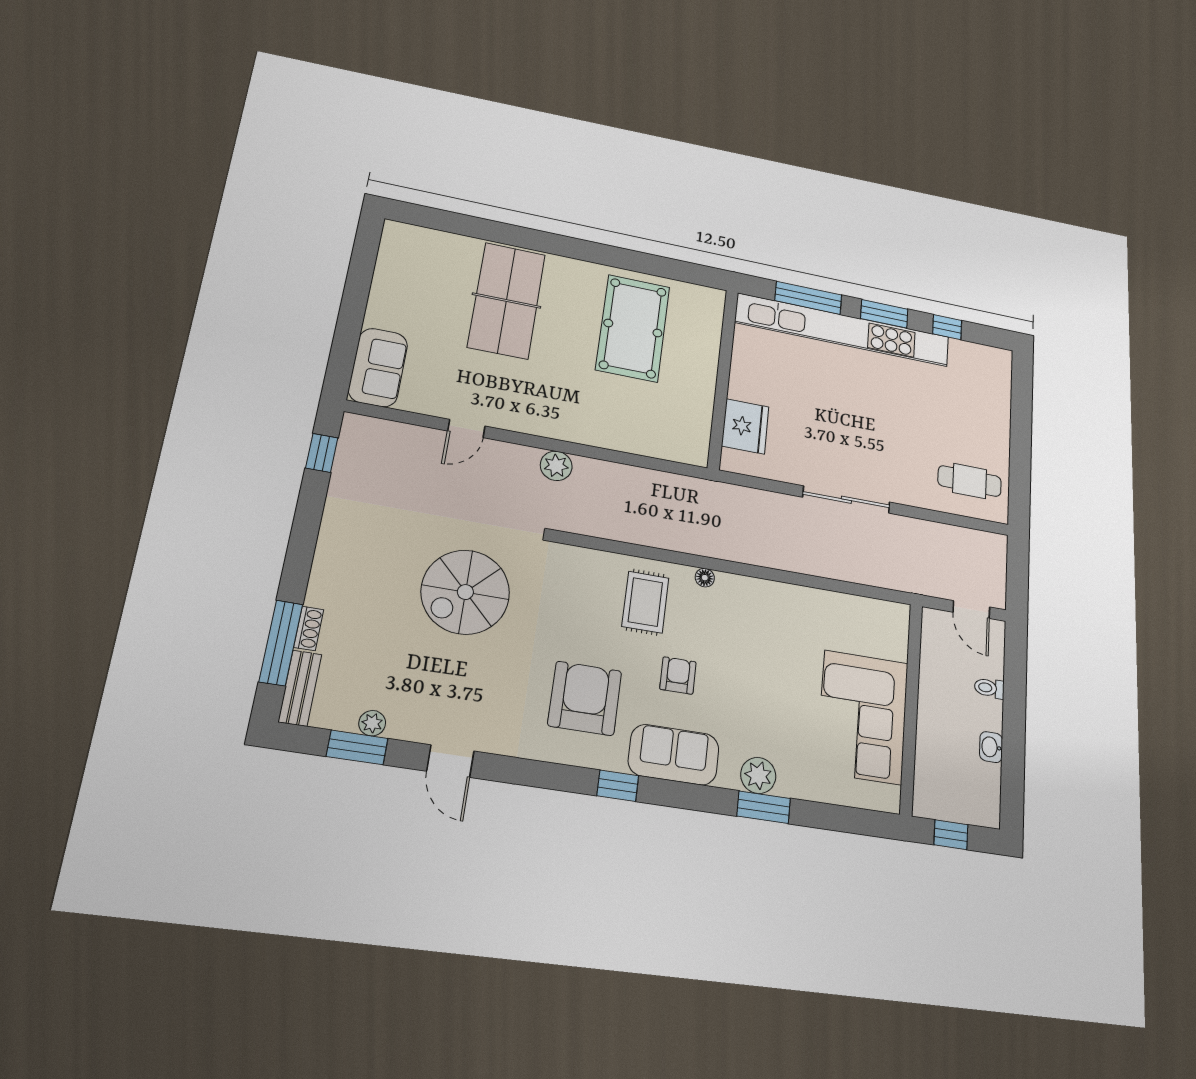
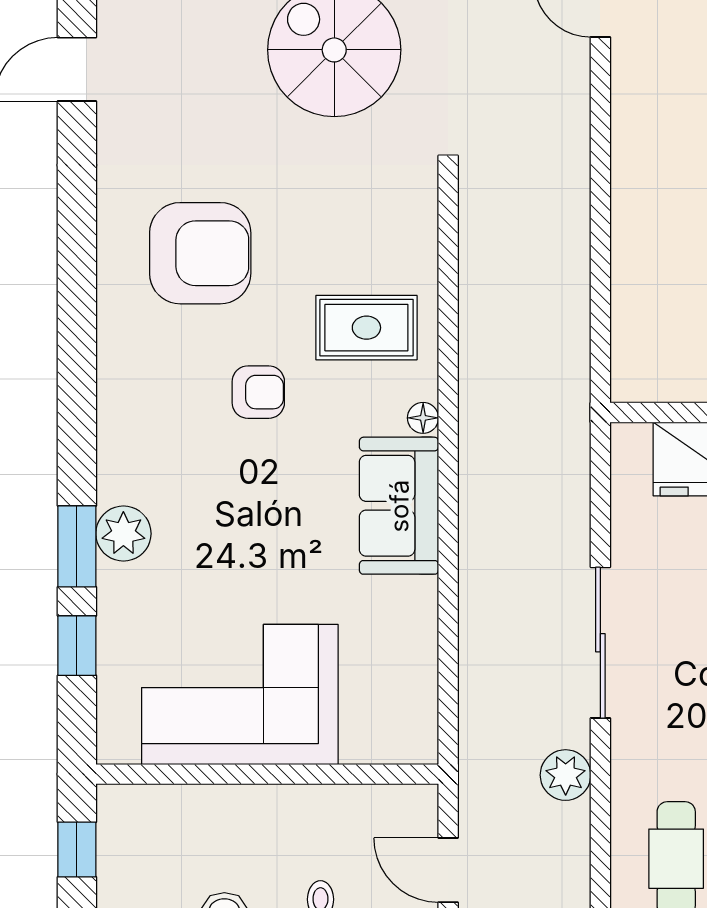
plant: (556, 466) -> (566, 775), moved
door: (971, 610) -> (448, 870), hinge flipped
sofa: (674, 755) -> (399, 506), moved, turned 180
window: (618, 786) -> (77, 646), moved

